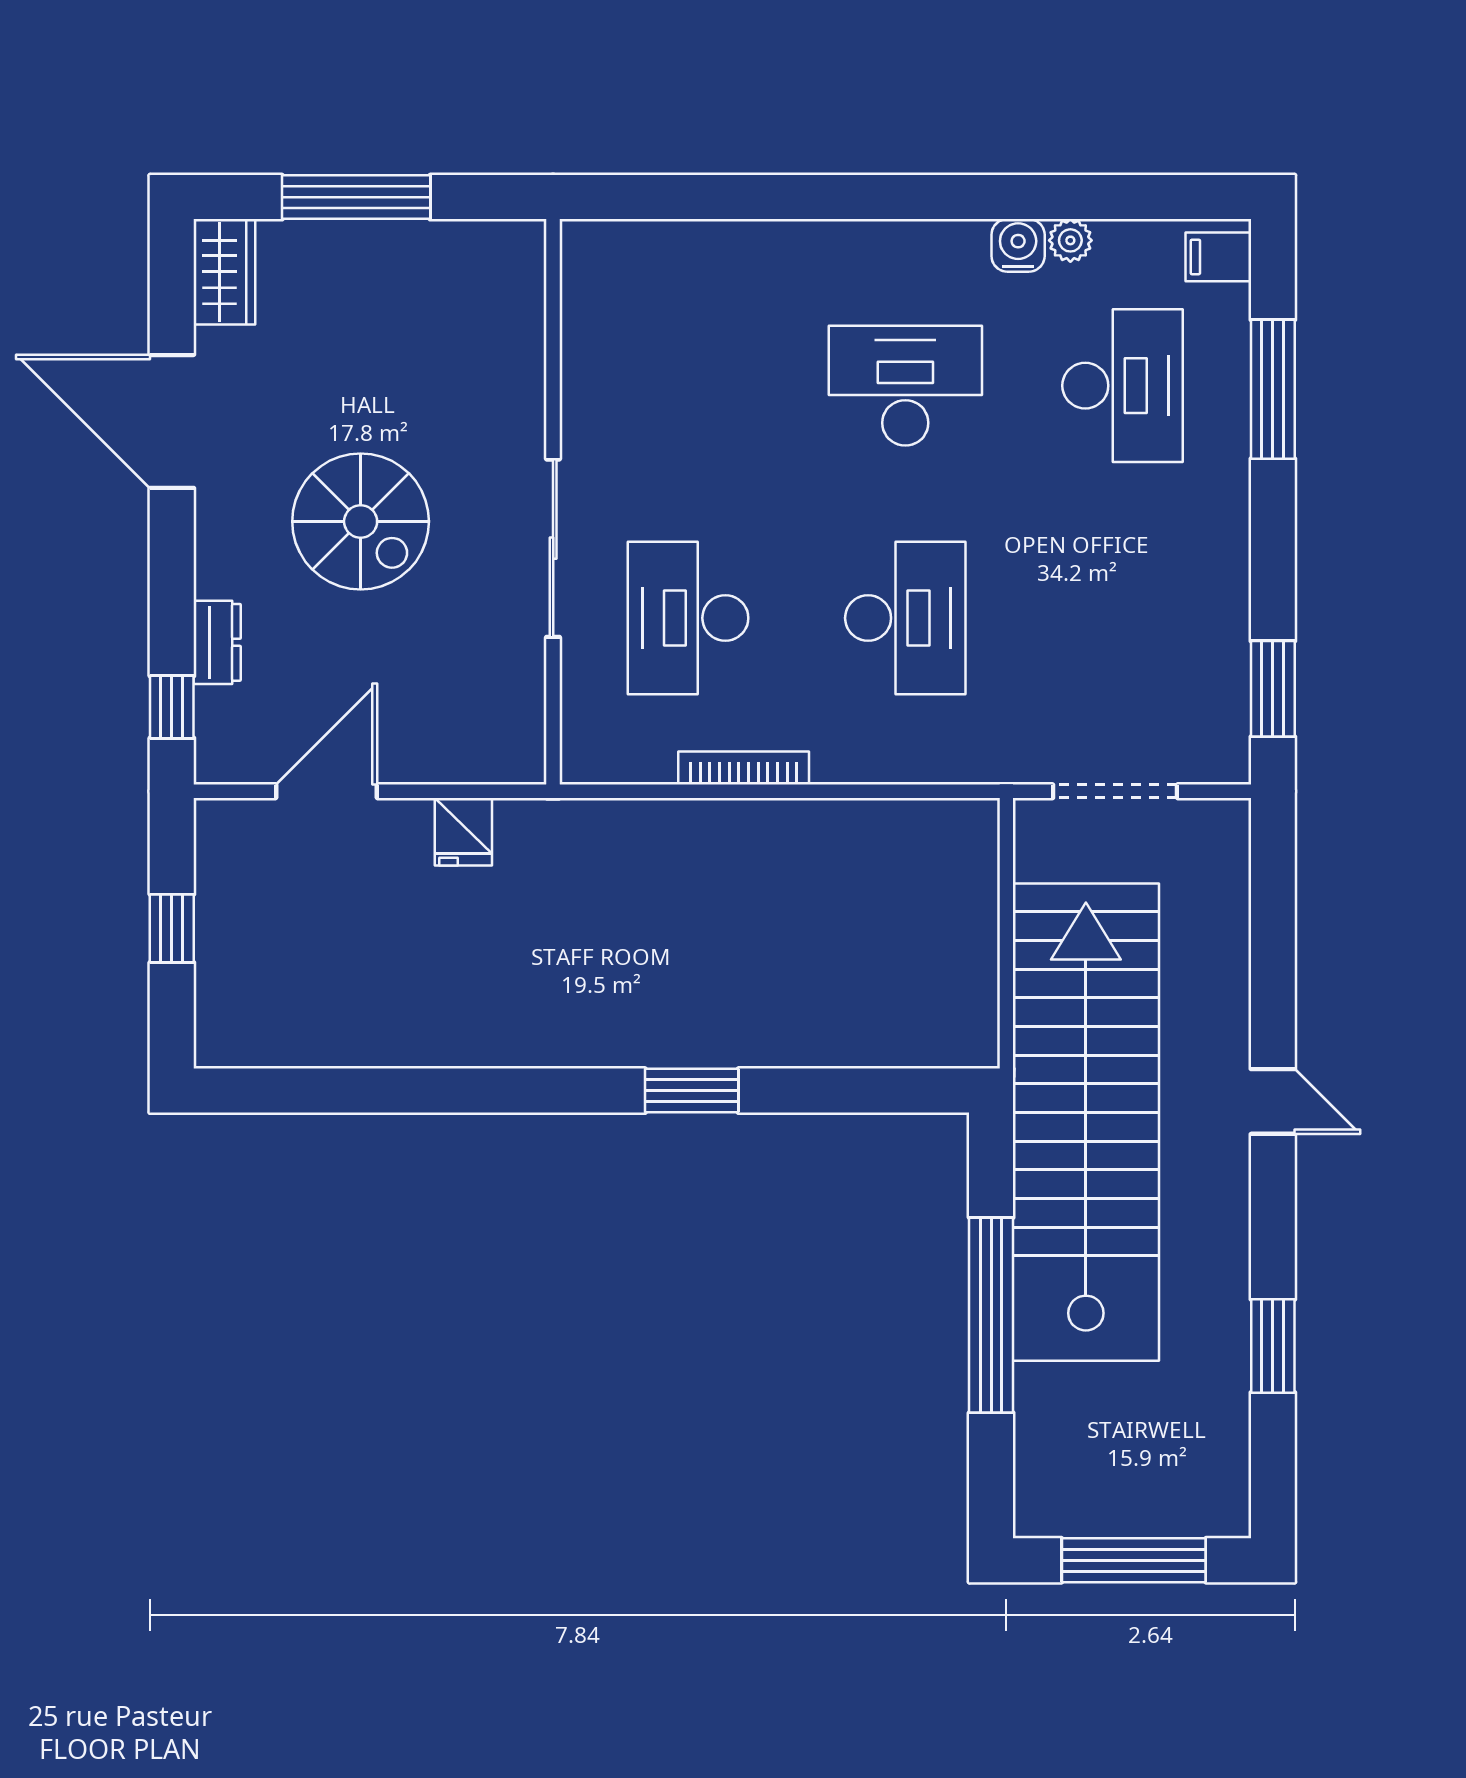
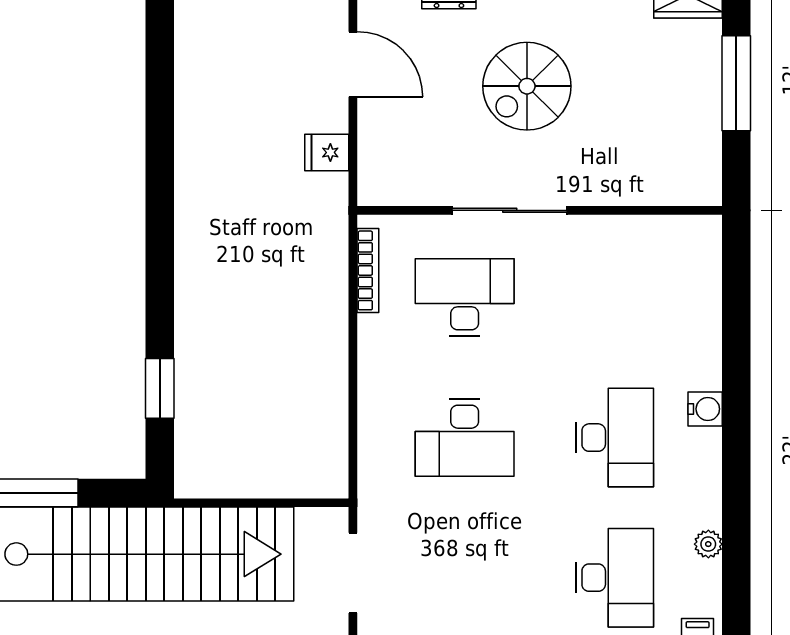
water cooler: (1018, 245) -> (705, 409), moved
desk: (1123, 386) -> (615, 578), turned -90
bookcase: (744, 768) -> (368, 270), moved
window: (692, 1091) -> (160, 388), moved

